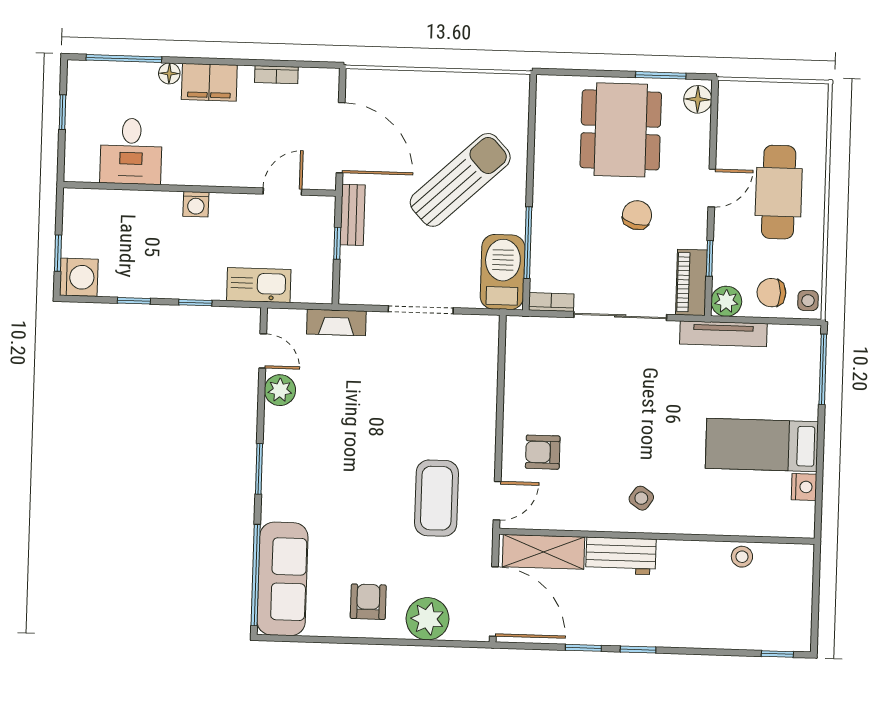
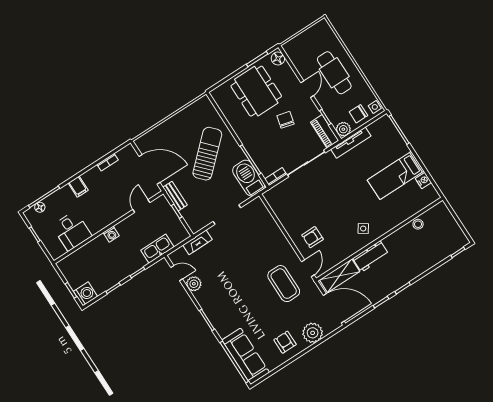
floor lamp: (169, 73) -> (40, 207), moved
filing cabinet: (209, 82) -> (78, 187), width x0.50

